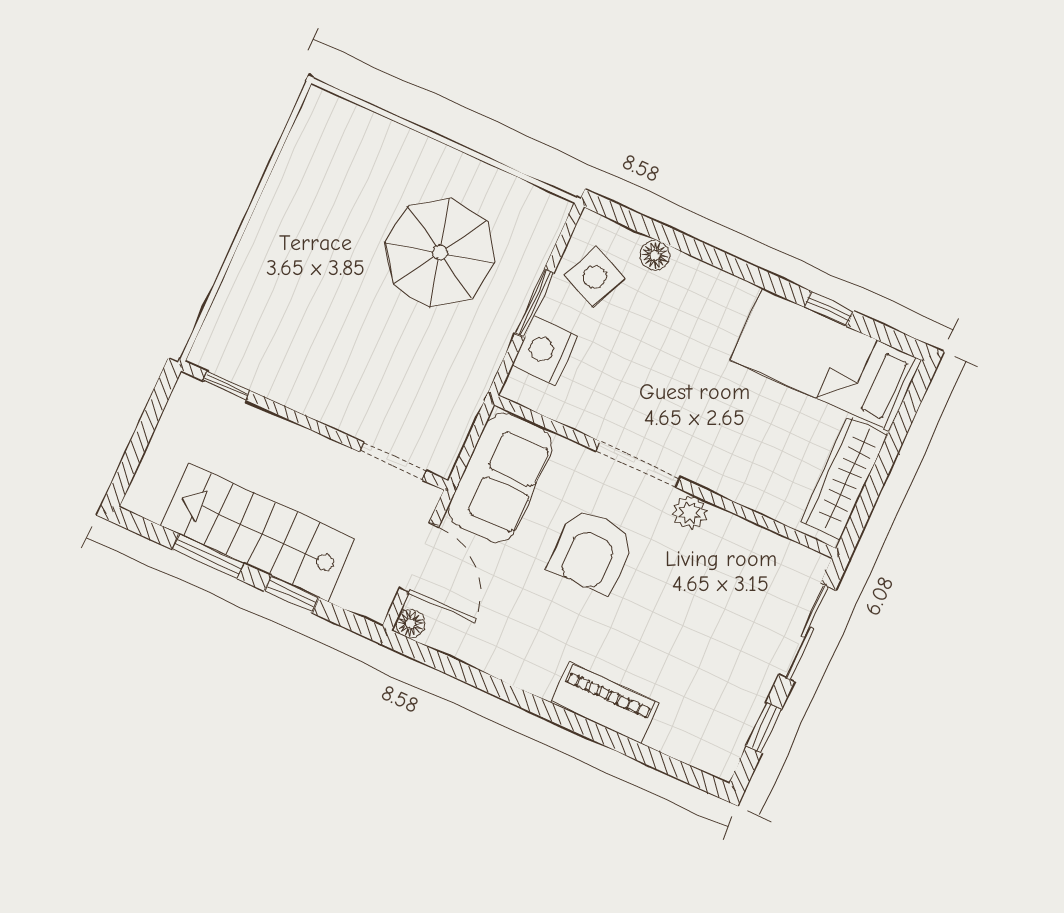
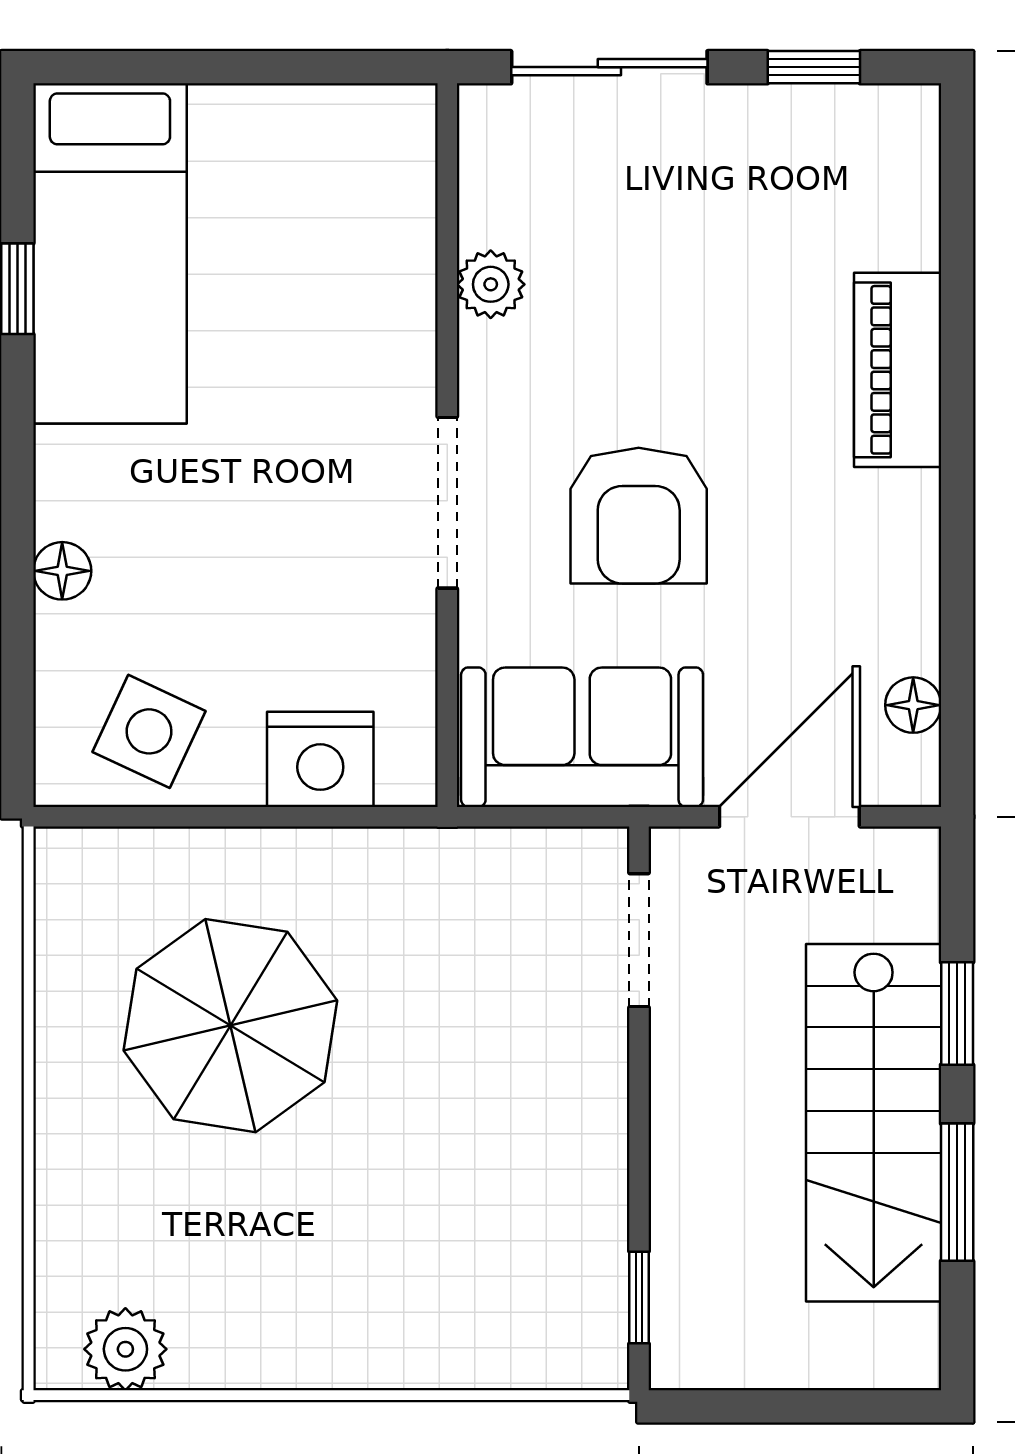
plant: (311, 135) -> (125, 1349), added
floor lamp: (655, 255) -> (62, 571), moved
window: (534, 303) -> (244, 817), removed
wardrobe: (844, 478) -> (305, 127), removed
plant: (690, 512) -> (491, 284), moved
armchair: (591, 551) -> (639, 516), turned 90
floor lamp: (410, 623) -> (913, 705), moved

